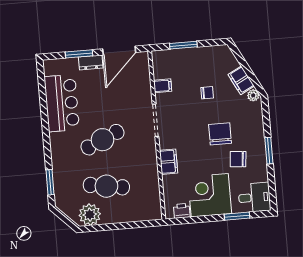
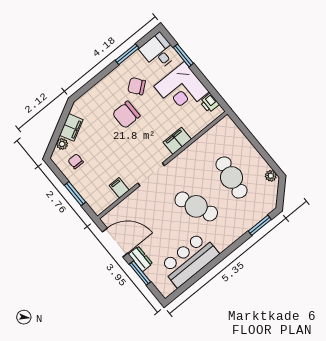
chair: (207, 93) -> (76, 161), moved
plant: (253, 95) -> (62, 144), moved
window: (269, 151) -> (127, 54), moved
chair: (238, 159) -> (137, 86), turned 137
plant: (90, 215) -> (271, 176), width x0.53, depth x0.53

